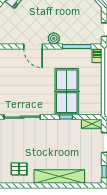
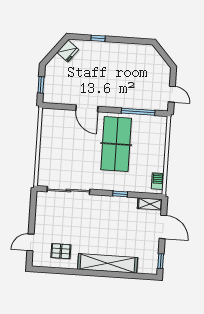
plant: (54, 38) -> (112, 100), removed
barbecue: (97, 56) -> (158, 181), moved
table tennis table: (67, 91) -> (116, 144), moved

